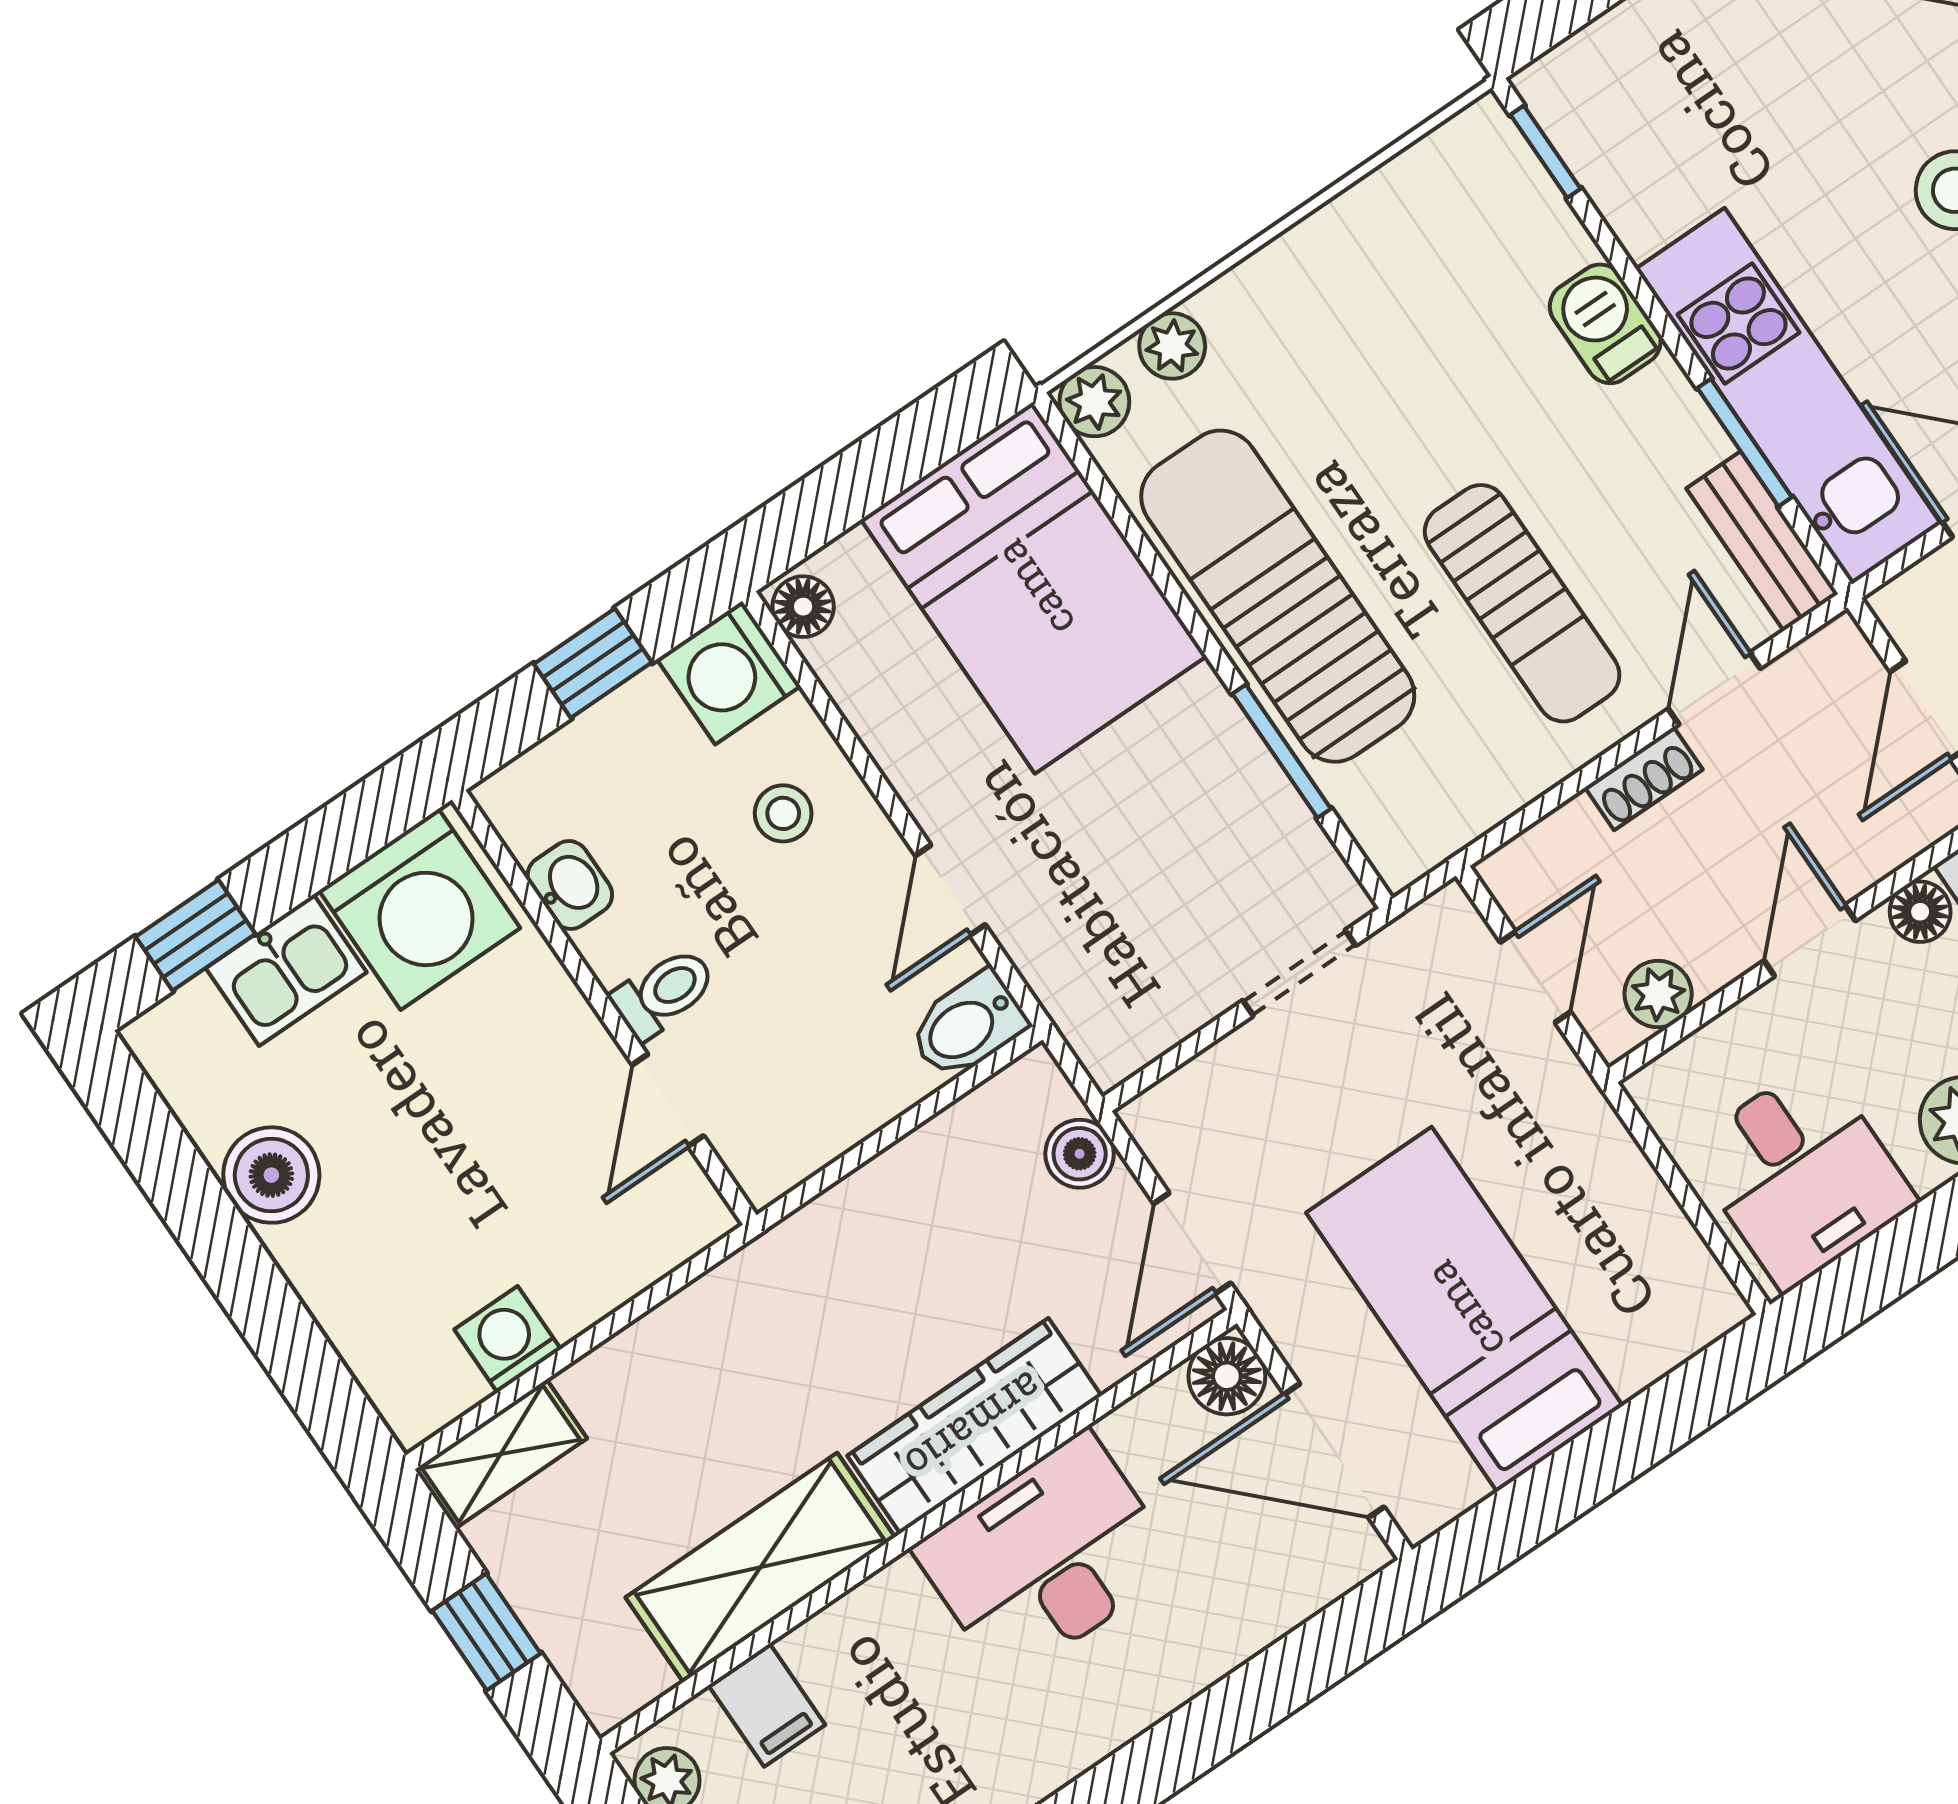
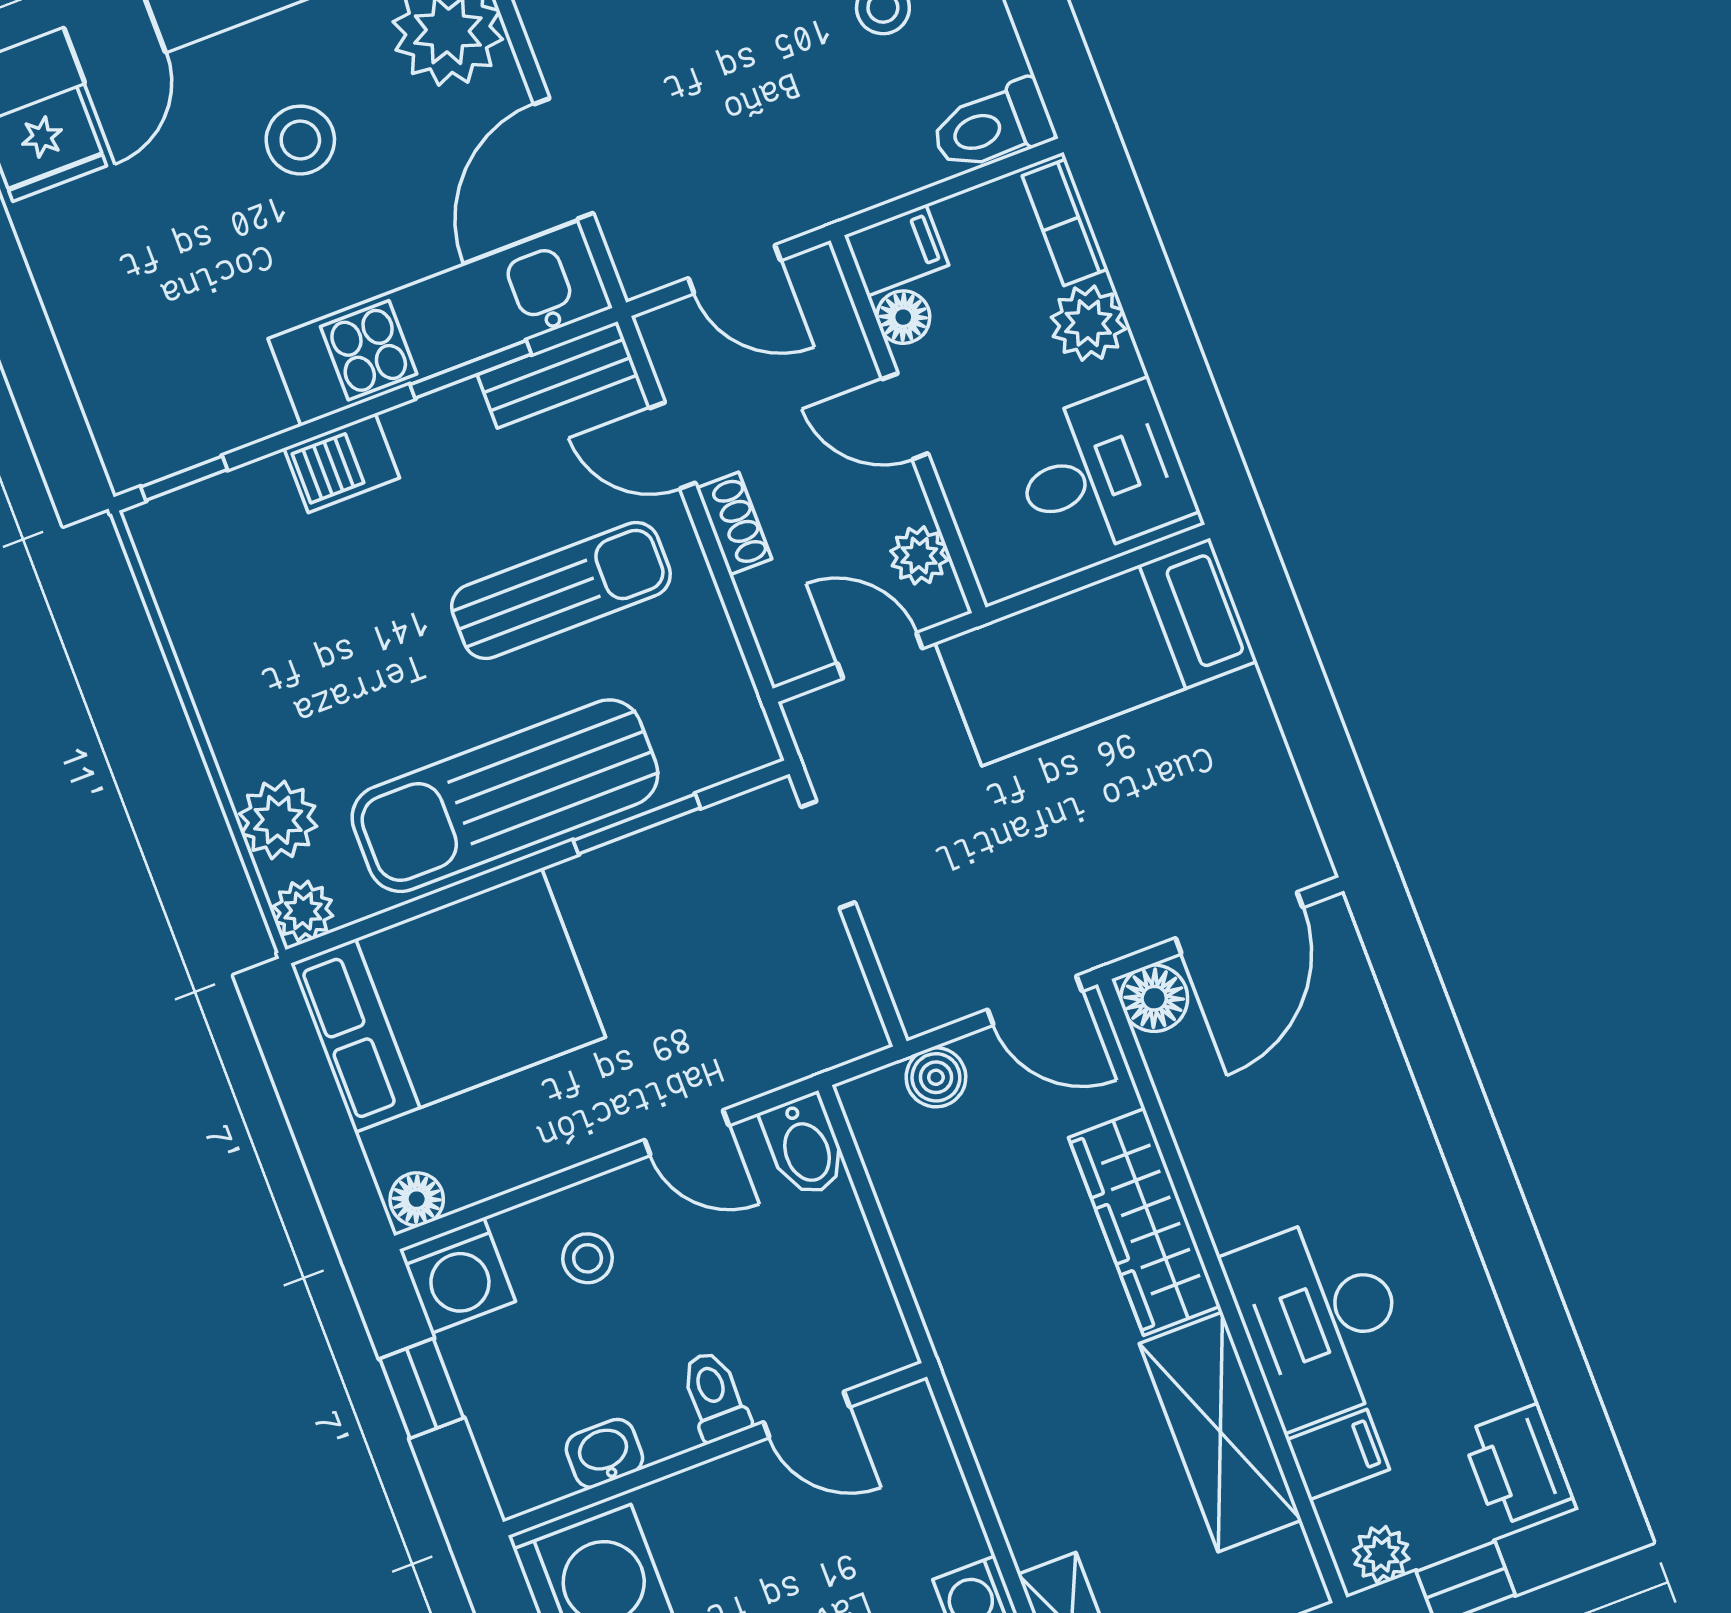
plant: (1172, 346) -> (278, 820), width x1.38, depth x1.38
bed: (1464, 1309) -> (1096, 652), moved
desk: (1046, 1557) -> (1320, 1319), moved

